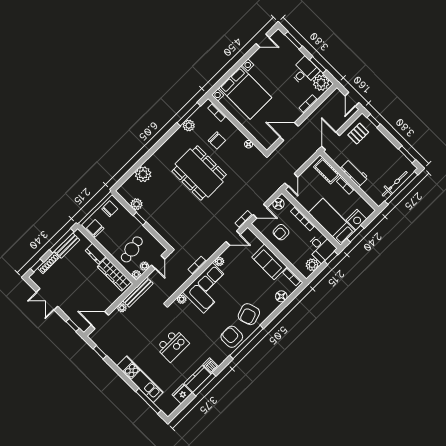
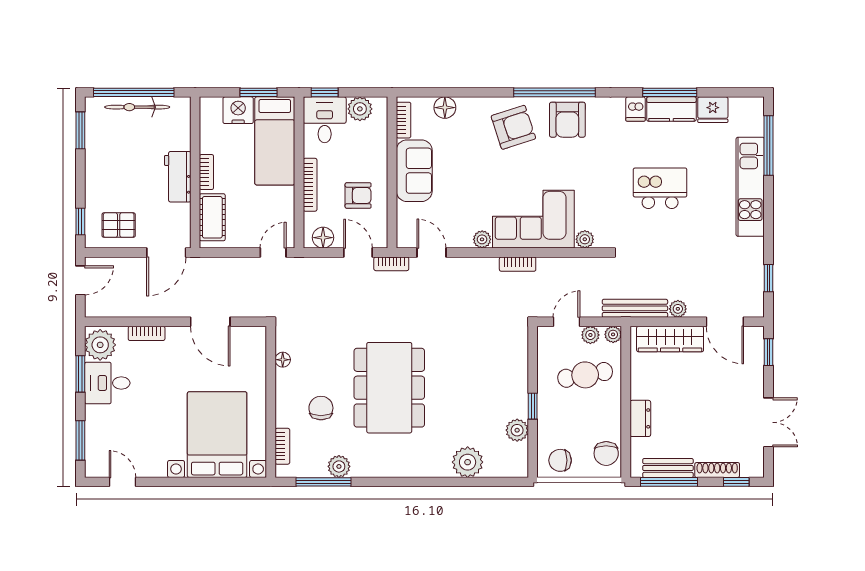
wardrobe: (114, 274) -> (670, 339), moved, turned 90

